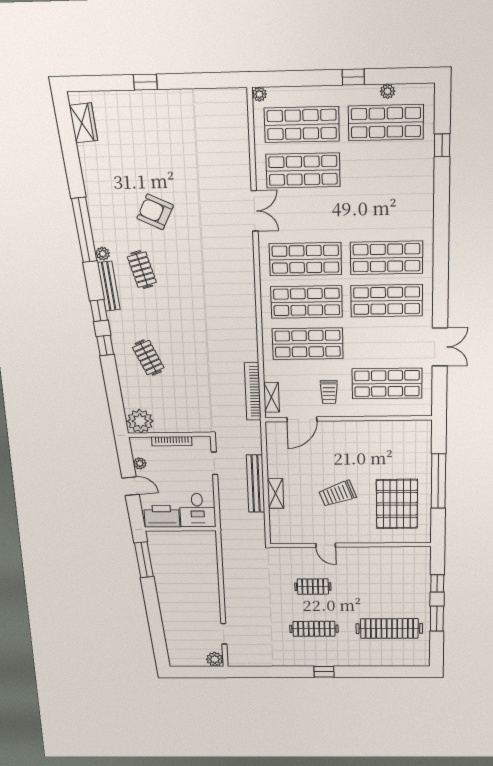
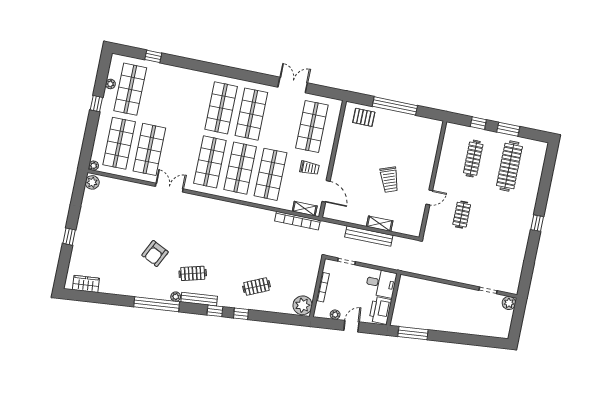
plant: (234, 98) -> (92, 182), added
pallet: (397, 504) -> (364, 117), moved, width x0.49, depth x0.50
clothes rail: (314, 629) -> (473, 159), moved

